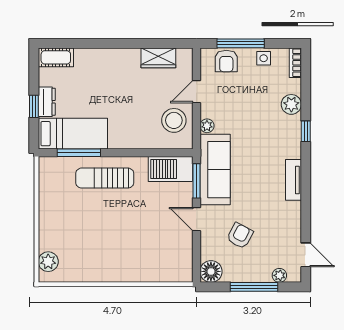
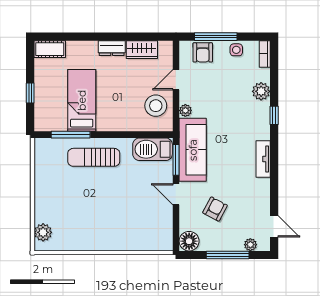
dresser: (47, 102) -> (112, 48), moved, turned 90
bed: (73, 134) -> (82, 100), moved, turned -90

